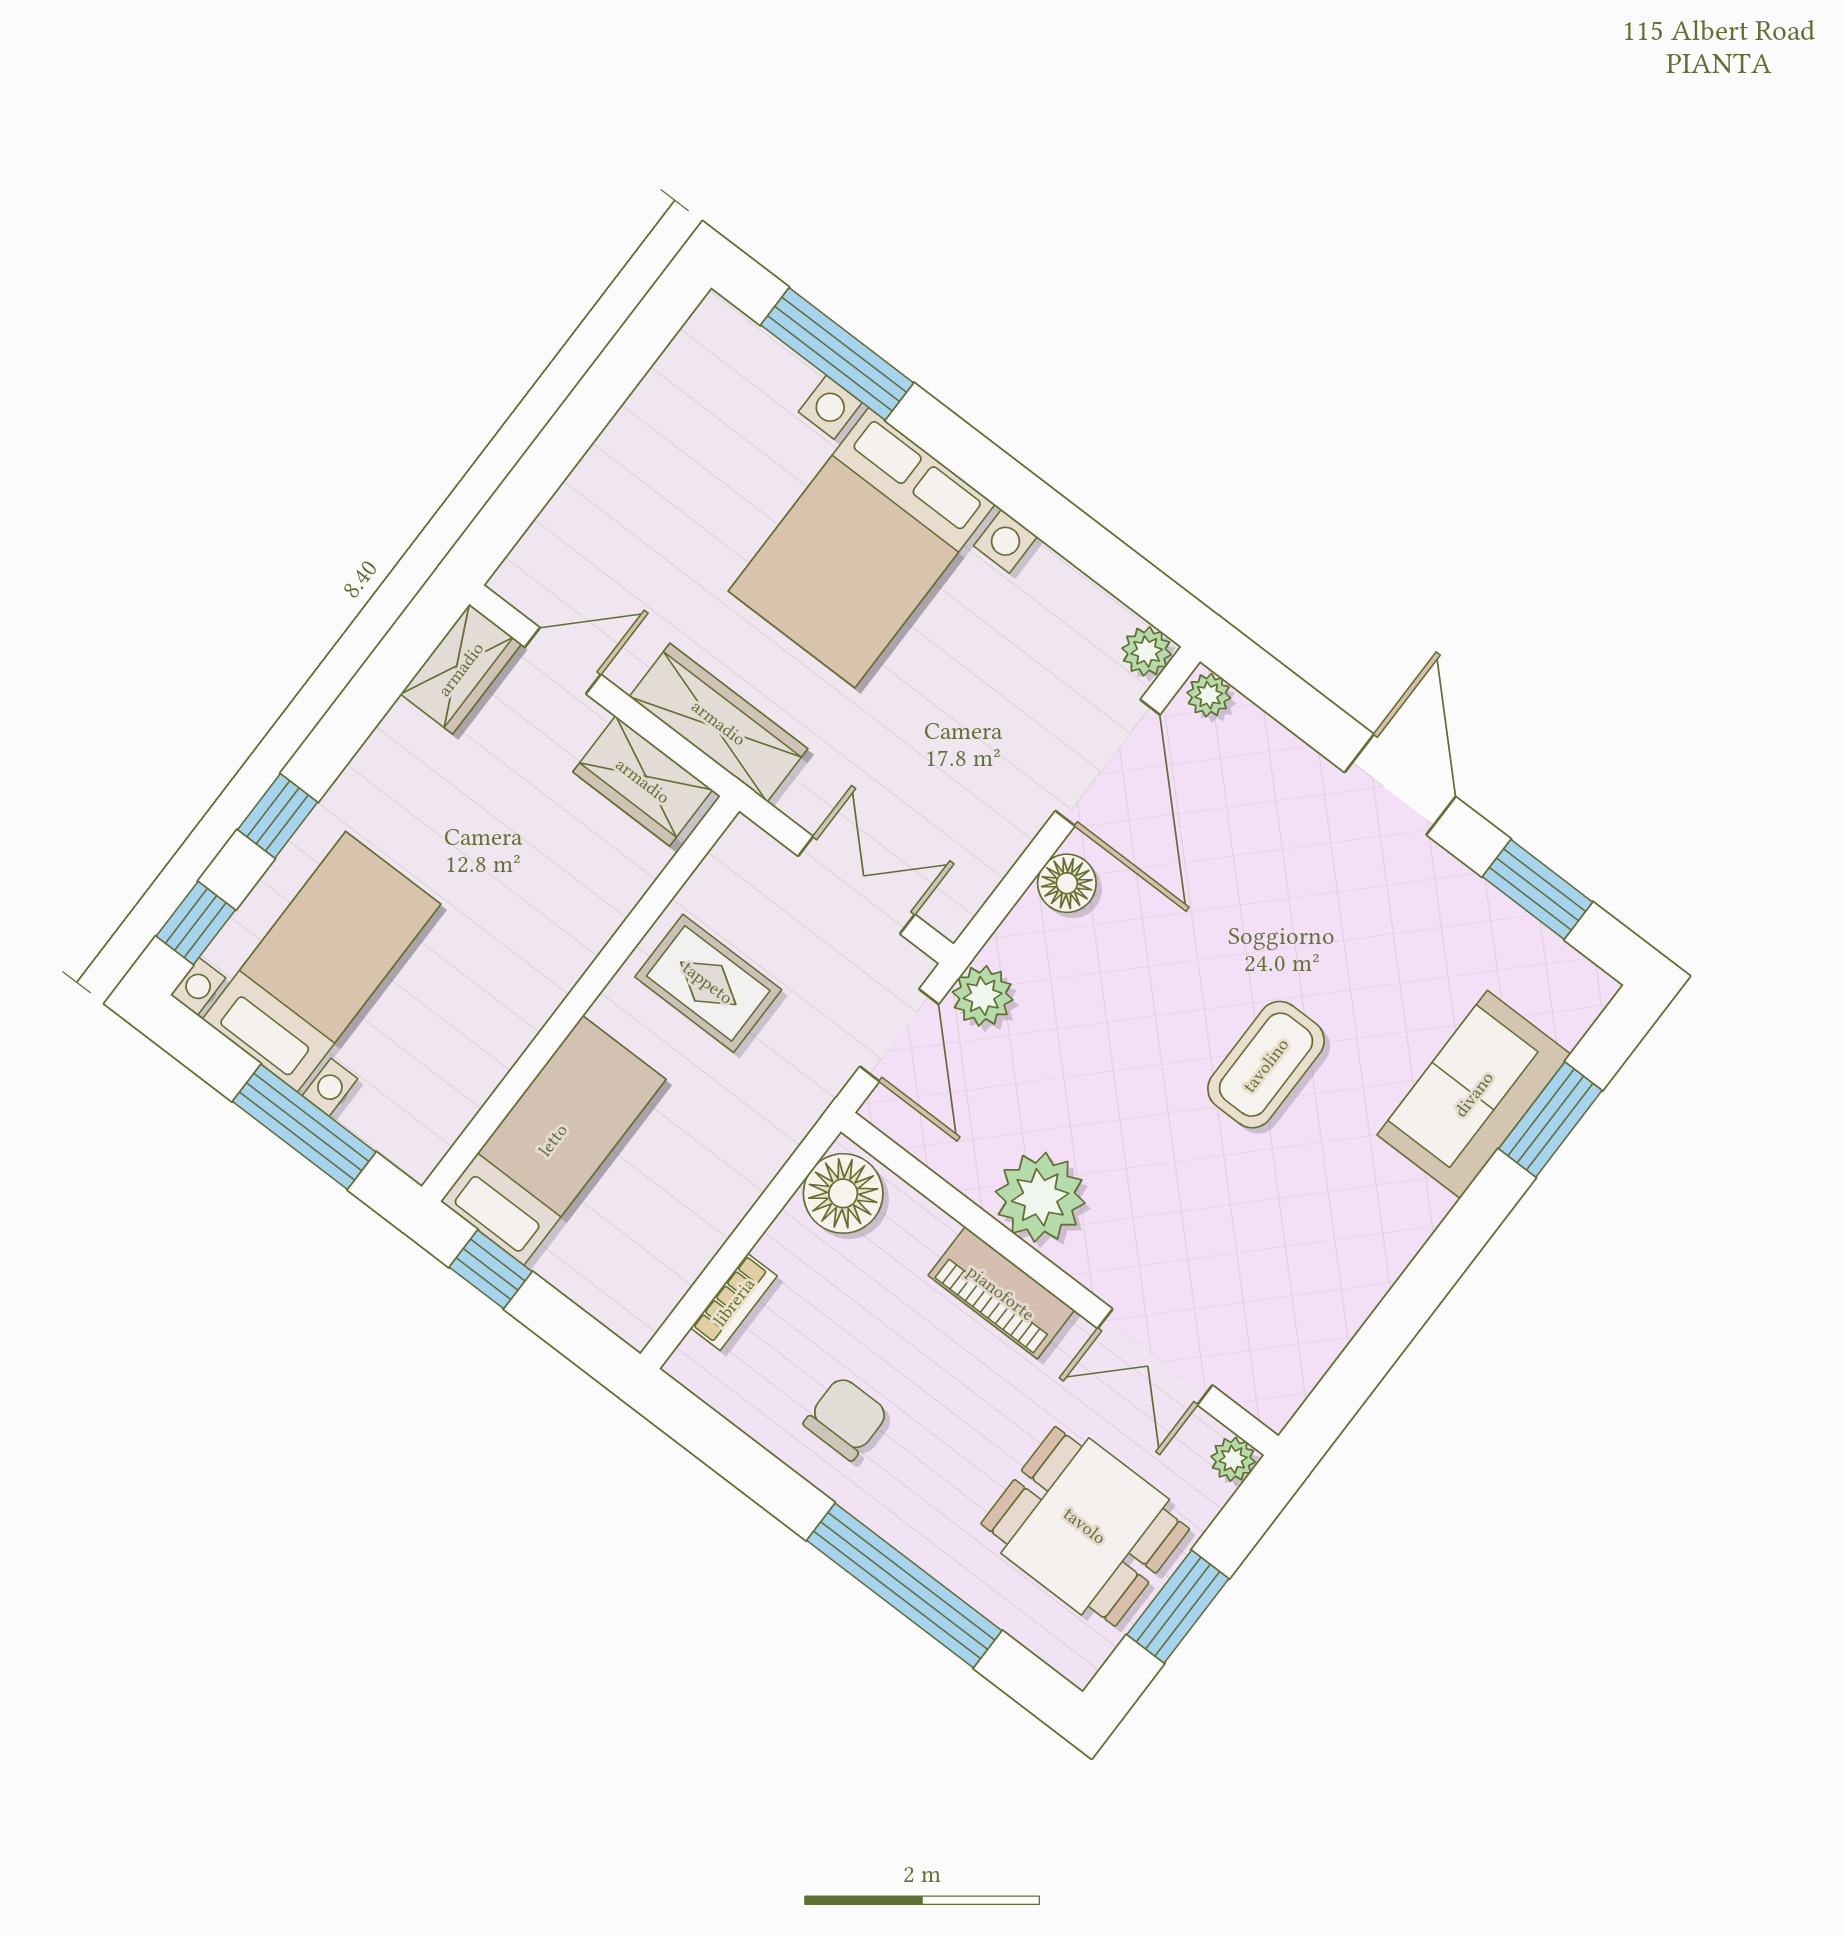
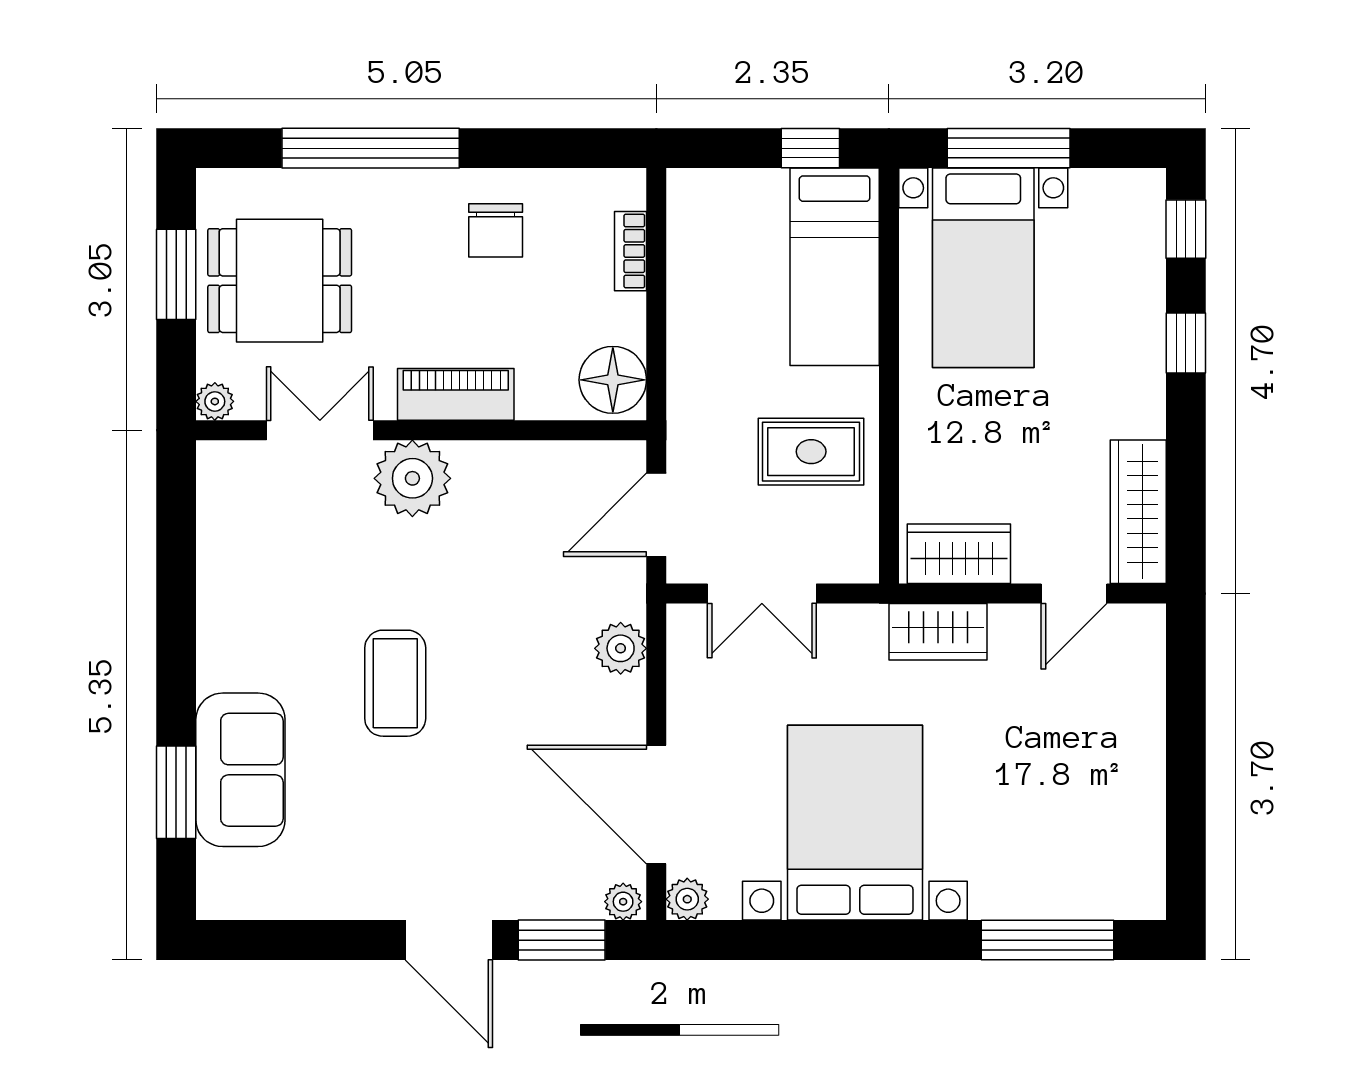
bed with nightstands: (862, 548) -> (855, 823), moved
wardrobe: (461, 669) -> (1138, 512), width x1.50
wardrobe: (719, 723) -> (938, 632), width x0.67
floor lamp: (1067, 883) -> (622, 703), removed
window: (1538, 889) -> (562, 940), moved
bed with nightstands: (321, 962) -> (983, 268), moved
plant: (983, 996) -> (621, 648), moved
door: (899, 1035) -> (656, 515), hinge flipped
plant: (1040, 1197) -> (412, 478), moved

